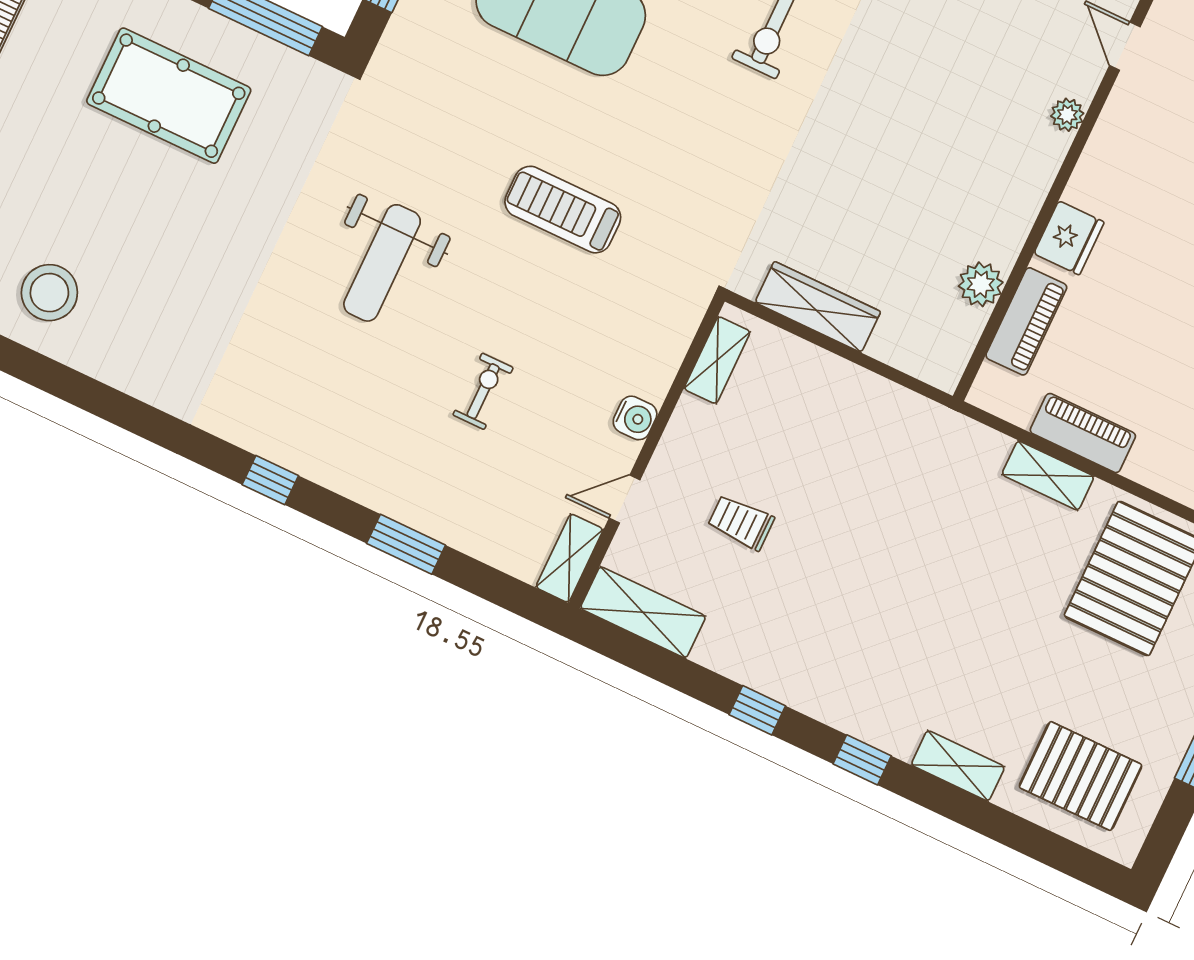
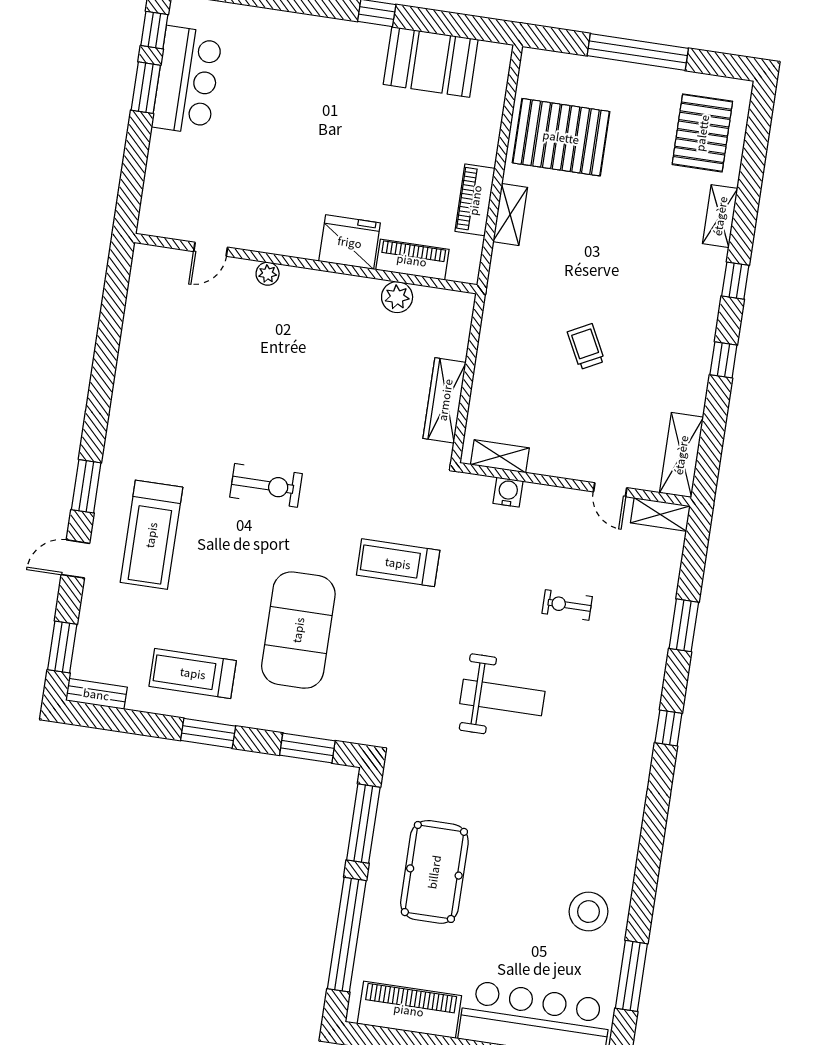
treadmill: (563, 210) -> (398, 563), moved, turned 90
fridge: (1069, 238) -> (350, 242), width x1.36, depth x1.34
water cooler: (635, 418) -> (508, 492), moved
trolley: (741, 522) -> (586, 347), moved, turned 153

